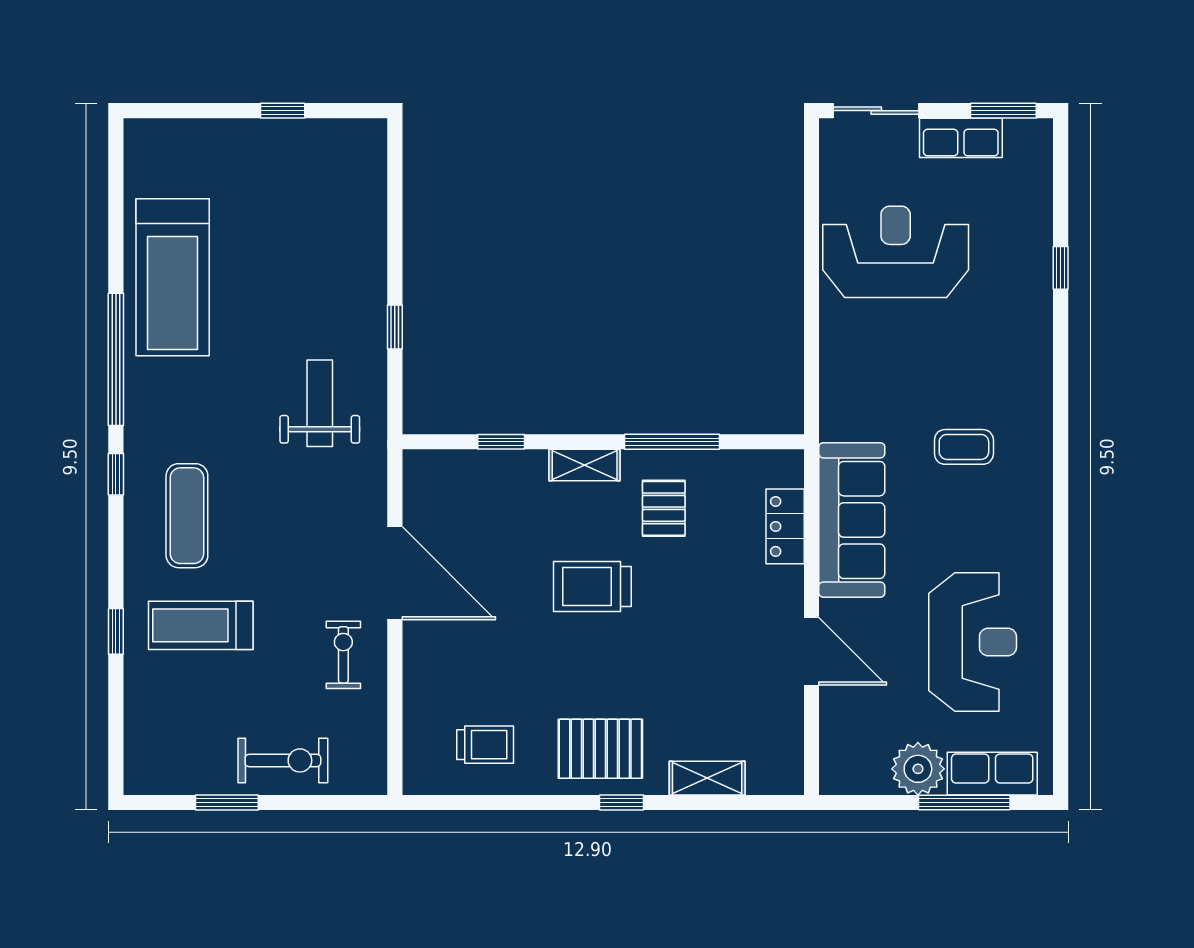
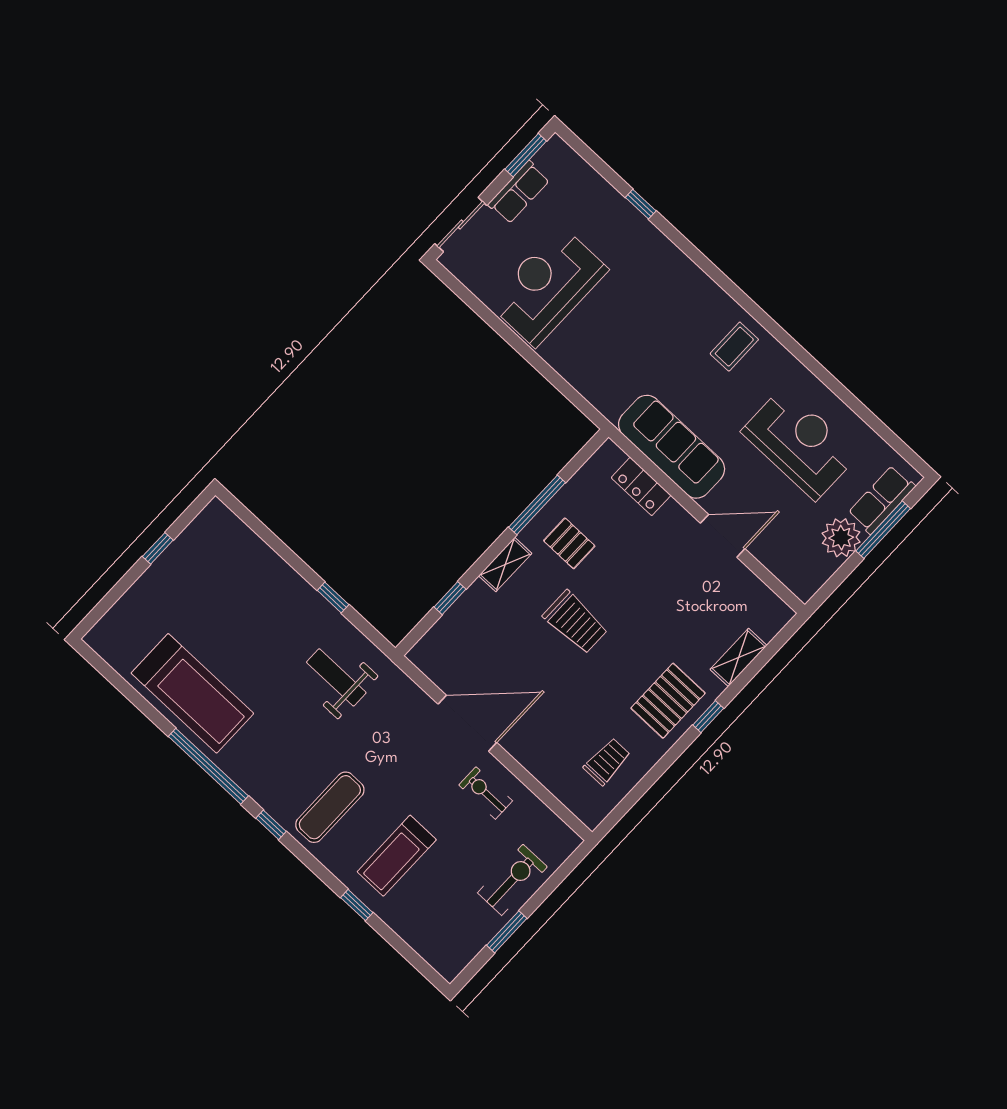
coffee table: (964, 447) -> (734, 347), moved
exercise mat: (187, 516) -> (330, 807), turned 90
trolley: (592, 586) -> (575, 622), turned -90

